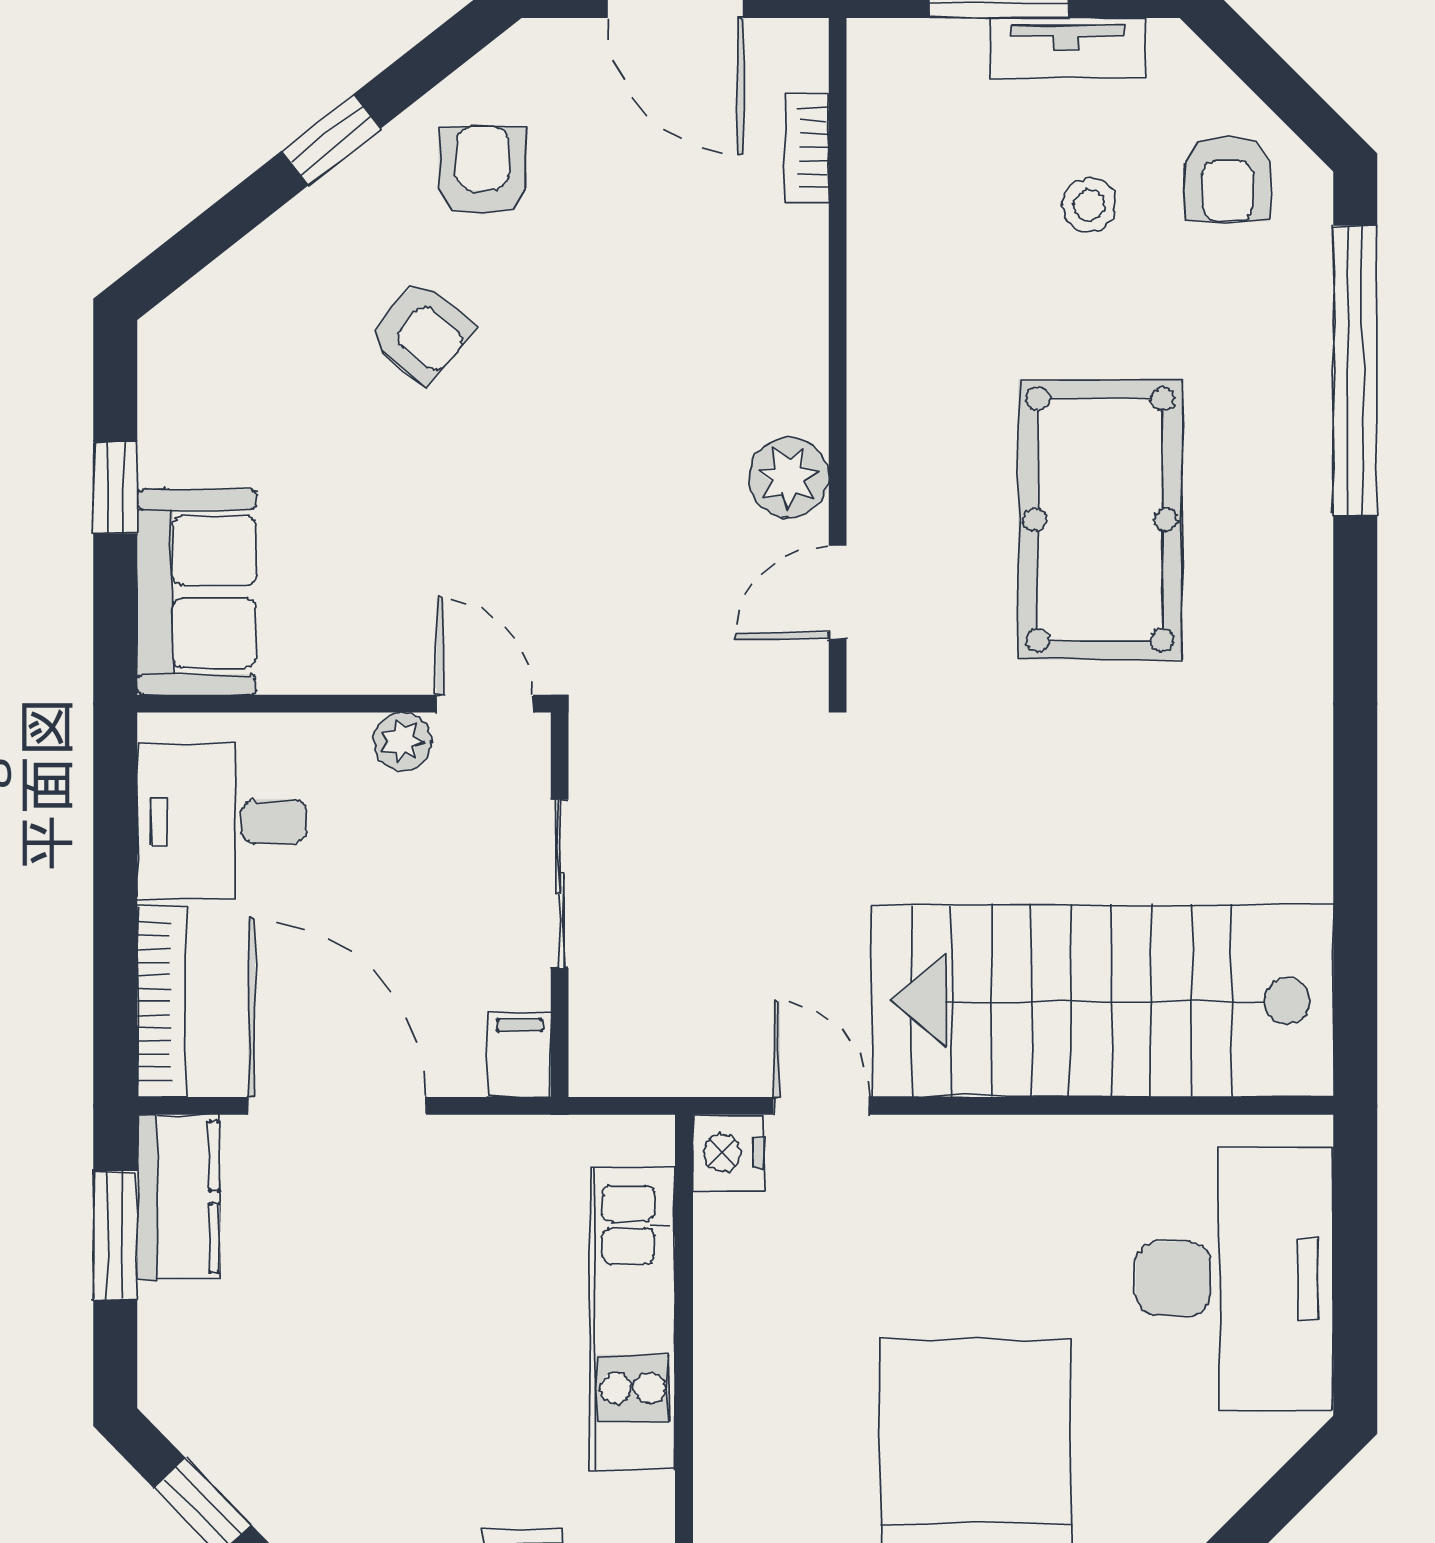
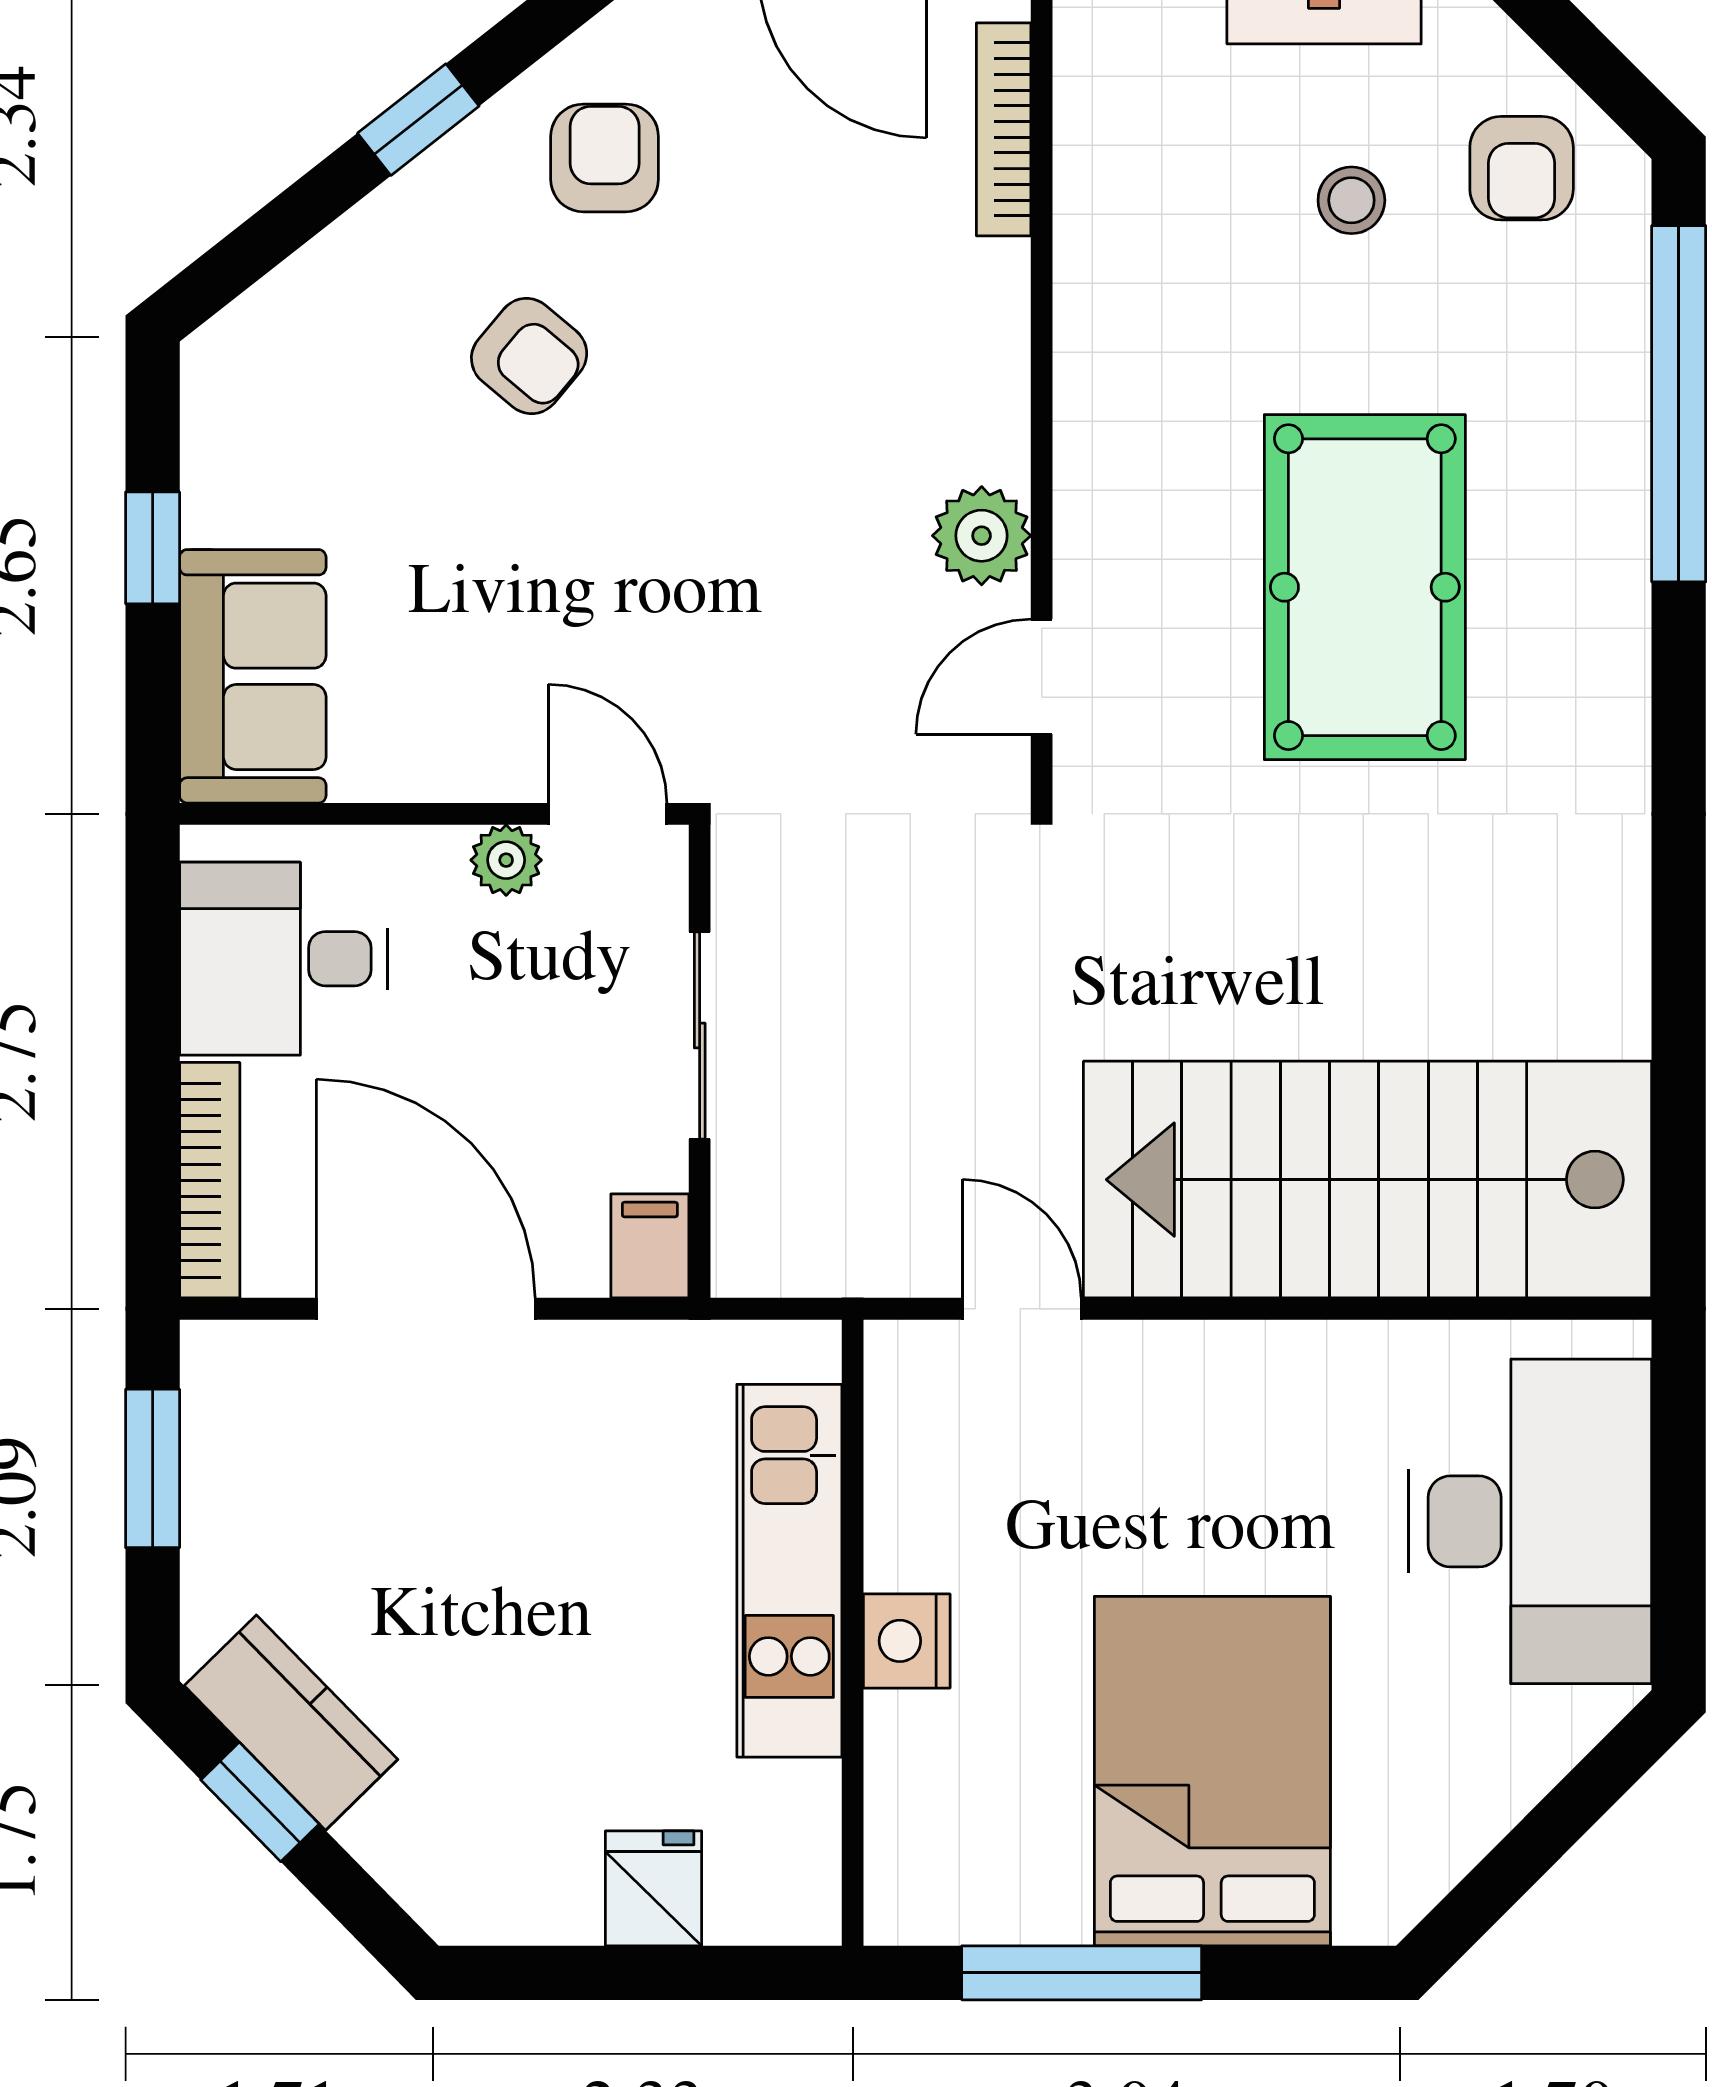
bookcase: (807, 148) -> (1004, 129), width x1.56
nightstand: (728, 1153) -> (907, 1641), moved
kitchen counter: (178, 1197) -> (291, 1723), moved, turned -44

